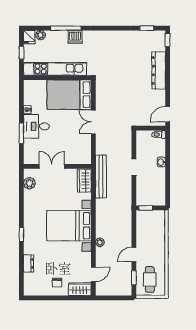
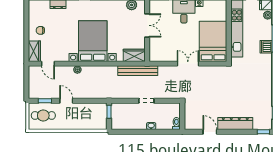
door: (168, 114) -> (210, 132), moved

